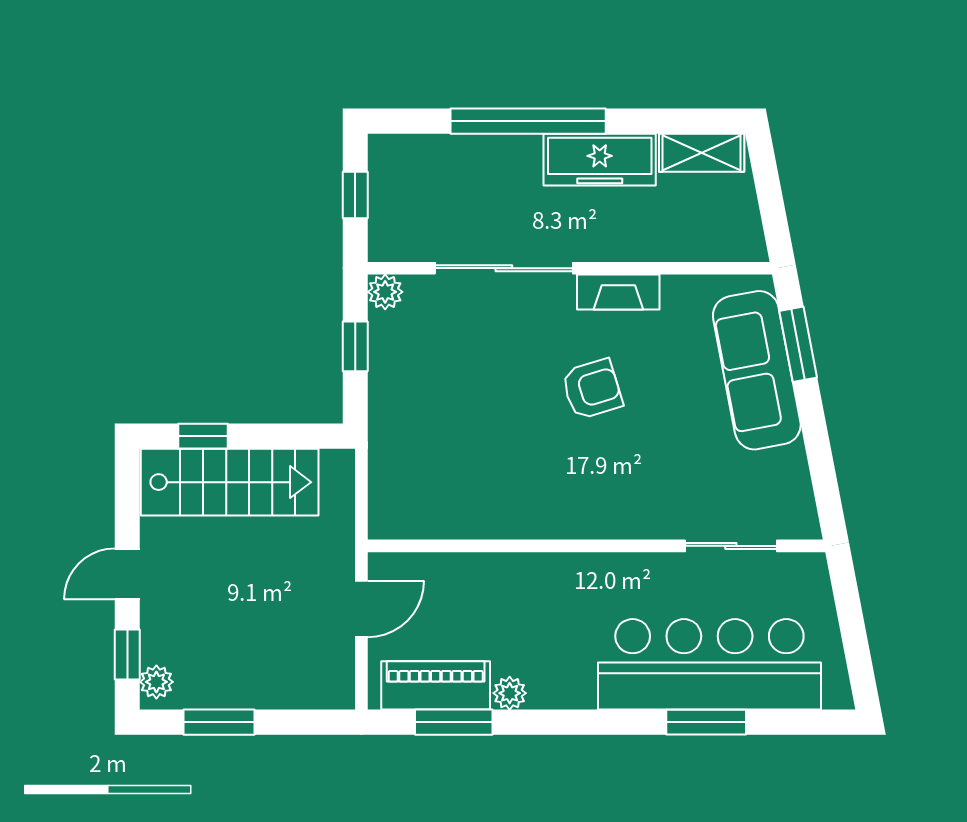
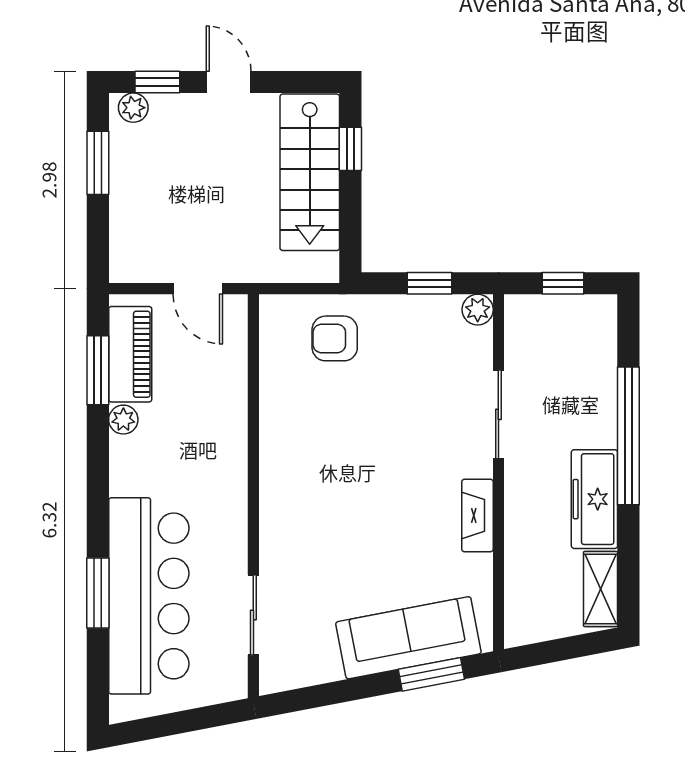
sliding door: (504, 268) -> (498, 414), width x0.73
armchair: (592, 389) -> (335, 338), moved, turned 107

